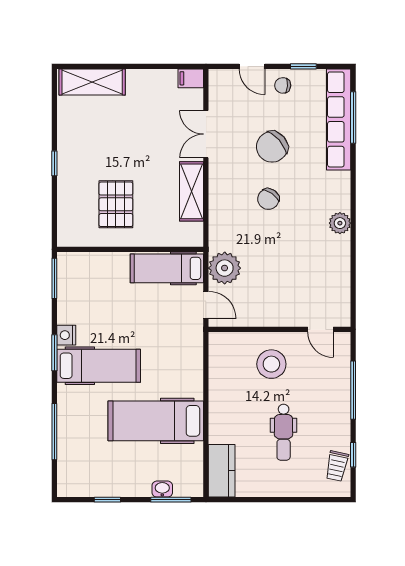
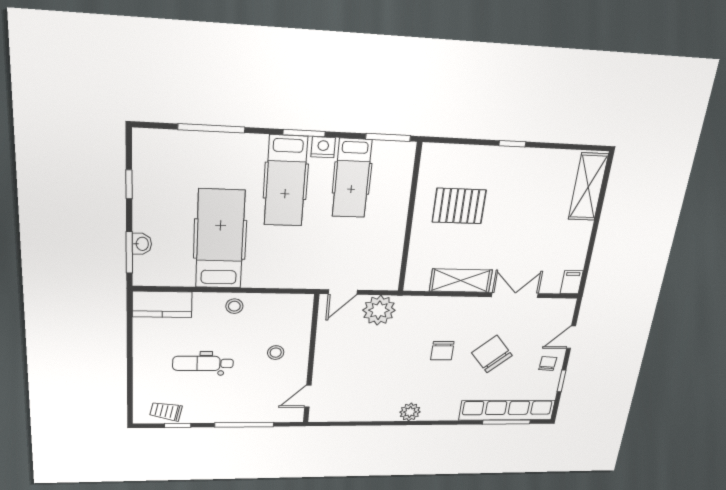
chair: (268, 199) -> (442, 351), turned -125
hospital bed: (167, 268) -> (352, 178), moved, turned 180
stool: (271, 364) -> (276, 353), width x0.53, depth x0.53
stool: (222, 405) -> (234, 306), added

